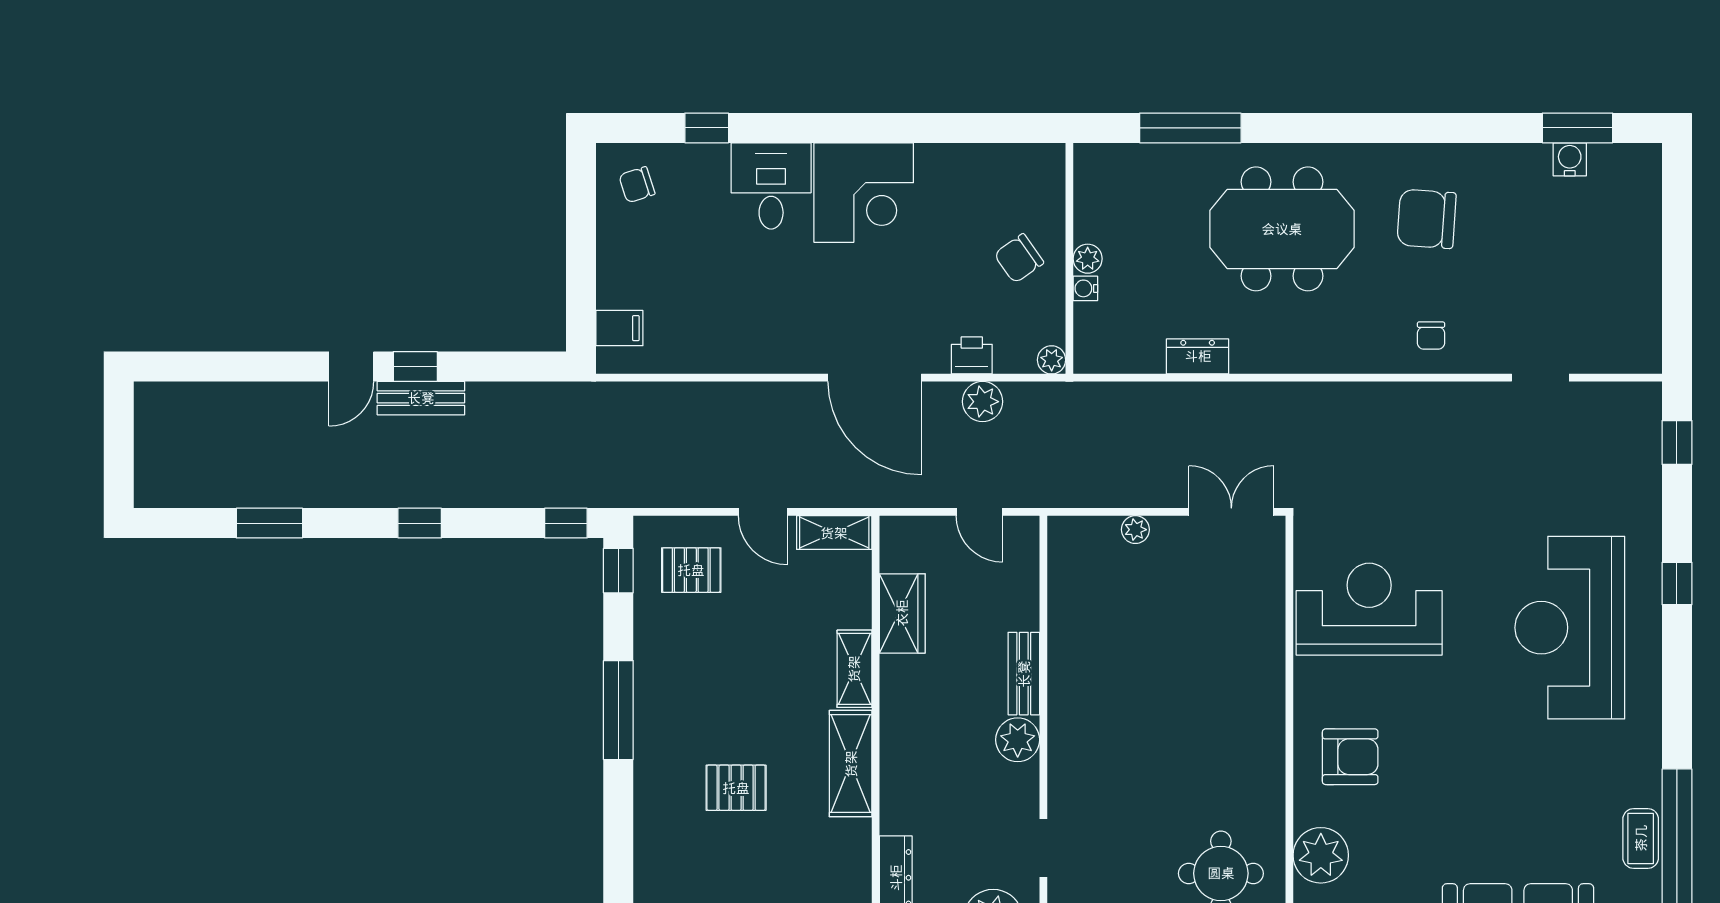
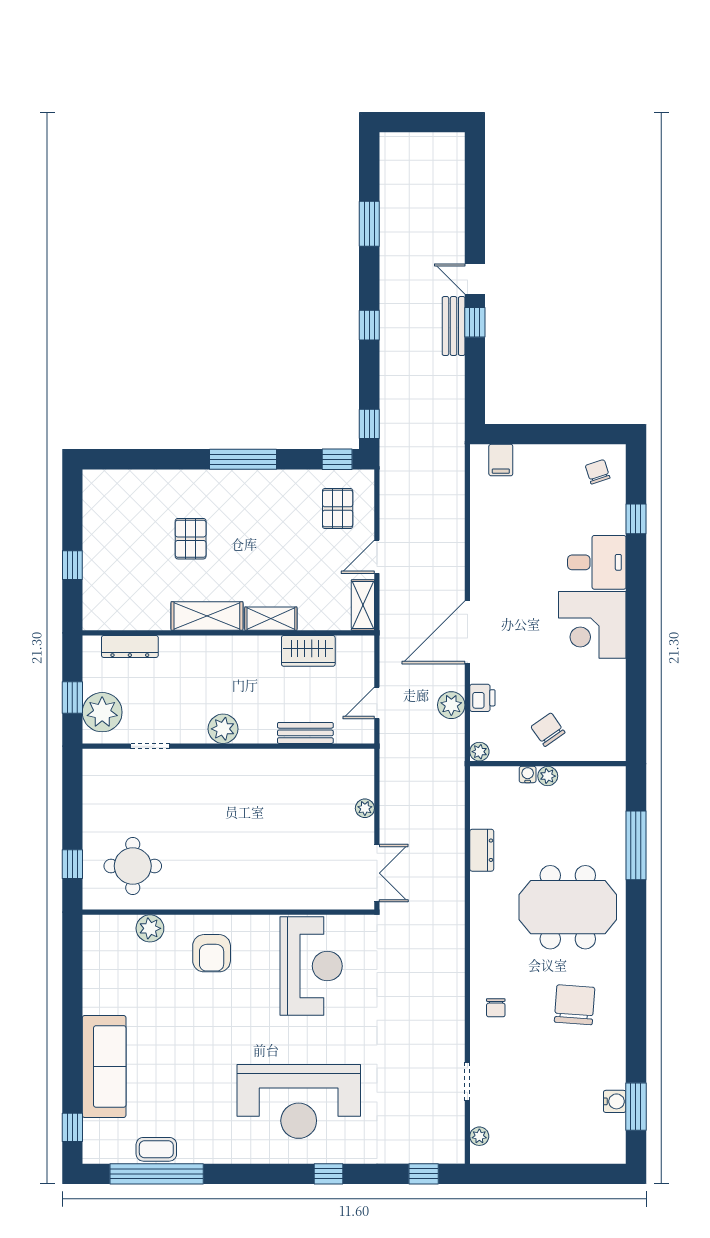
meeting table: (1282, 229) -> (568, 907), turned 90
chair: (1431, 336) -> (496, 1008), turned -90
plant: (1621, 360) -> (479, 1136), added
reception desk: (1570, 628) -> (299, 1101), turned 180
bench: (1024, 674) -> (305, 733), moved
plant: (1321, 855) -> (150, 928), width x0.73, depth x0.73

